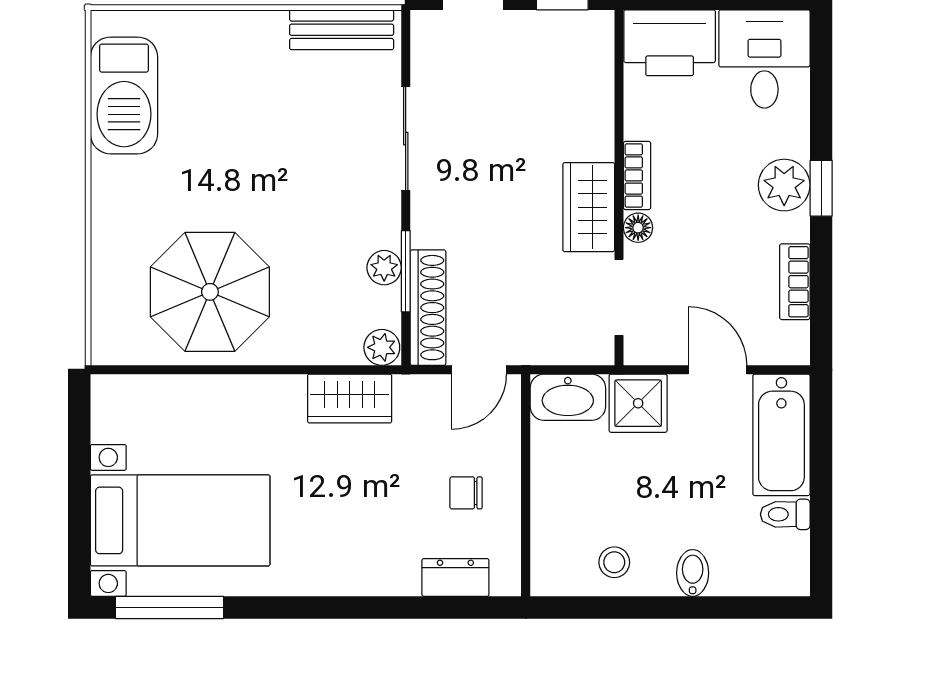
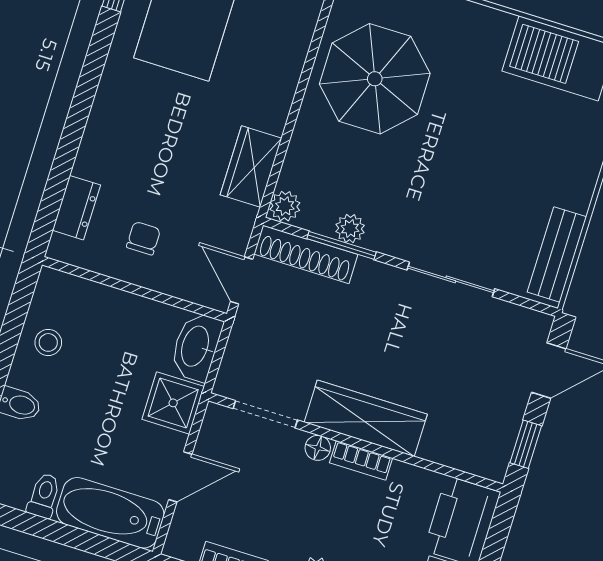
wardrobe: (589, 207) -> (366, 418), width x1.50

